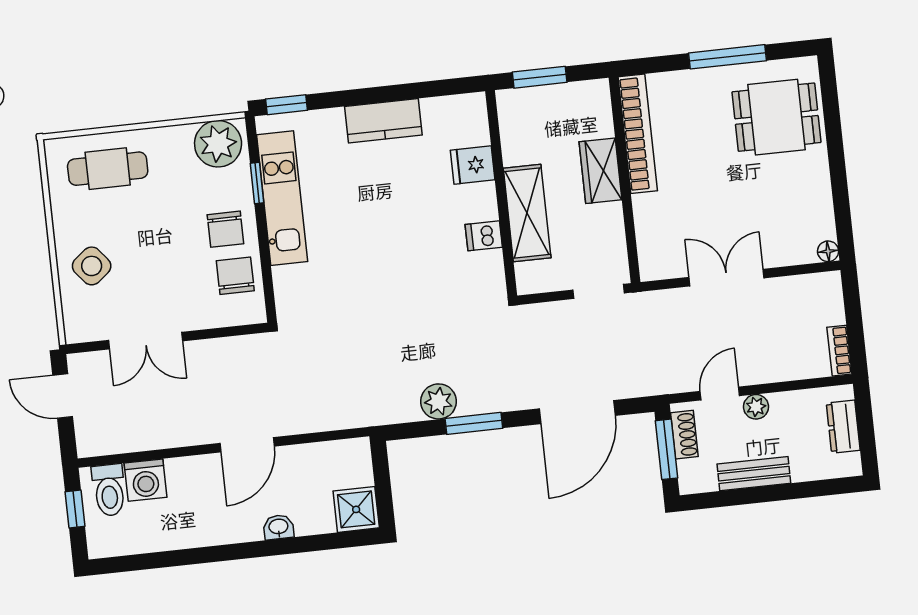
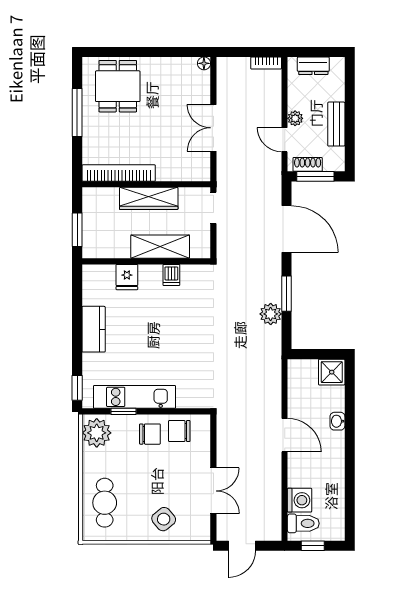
wardrobe: (601, 171) -> (149, 198), width x1.50

